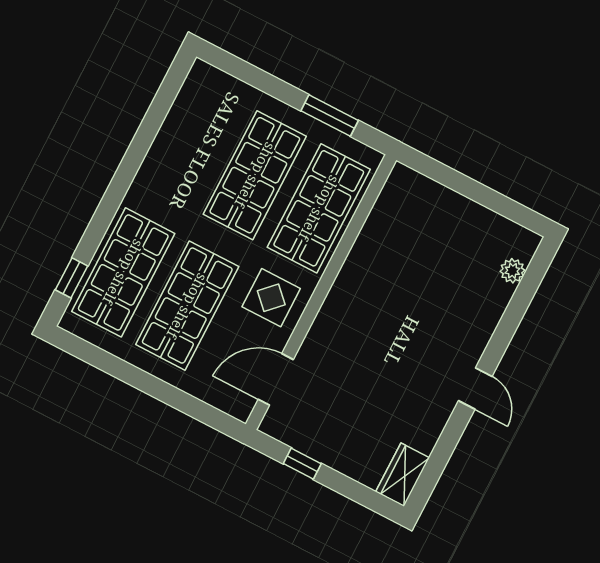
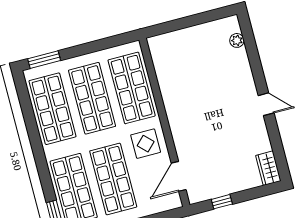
window: (330, 116) -> (44, 60), moved
shop shelf: (191, 142) -> (52, 109), added

